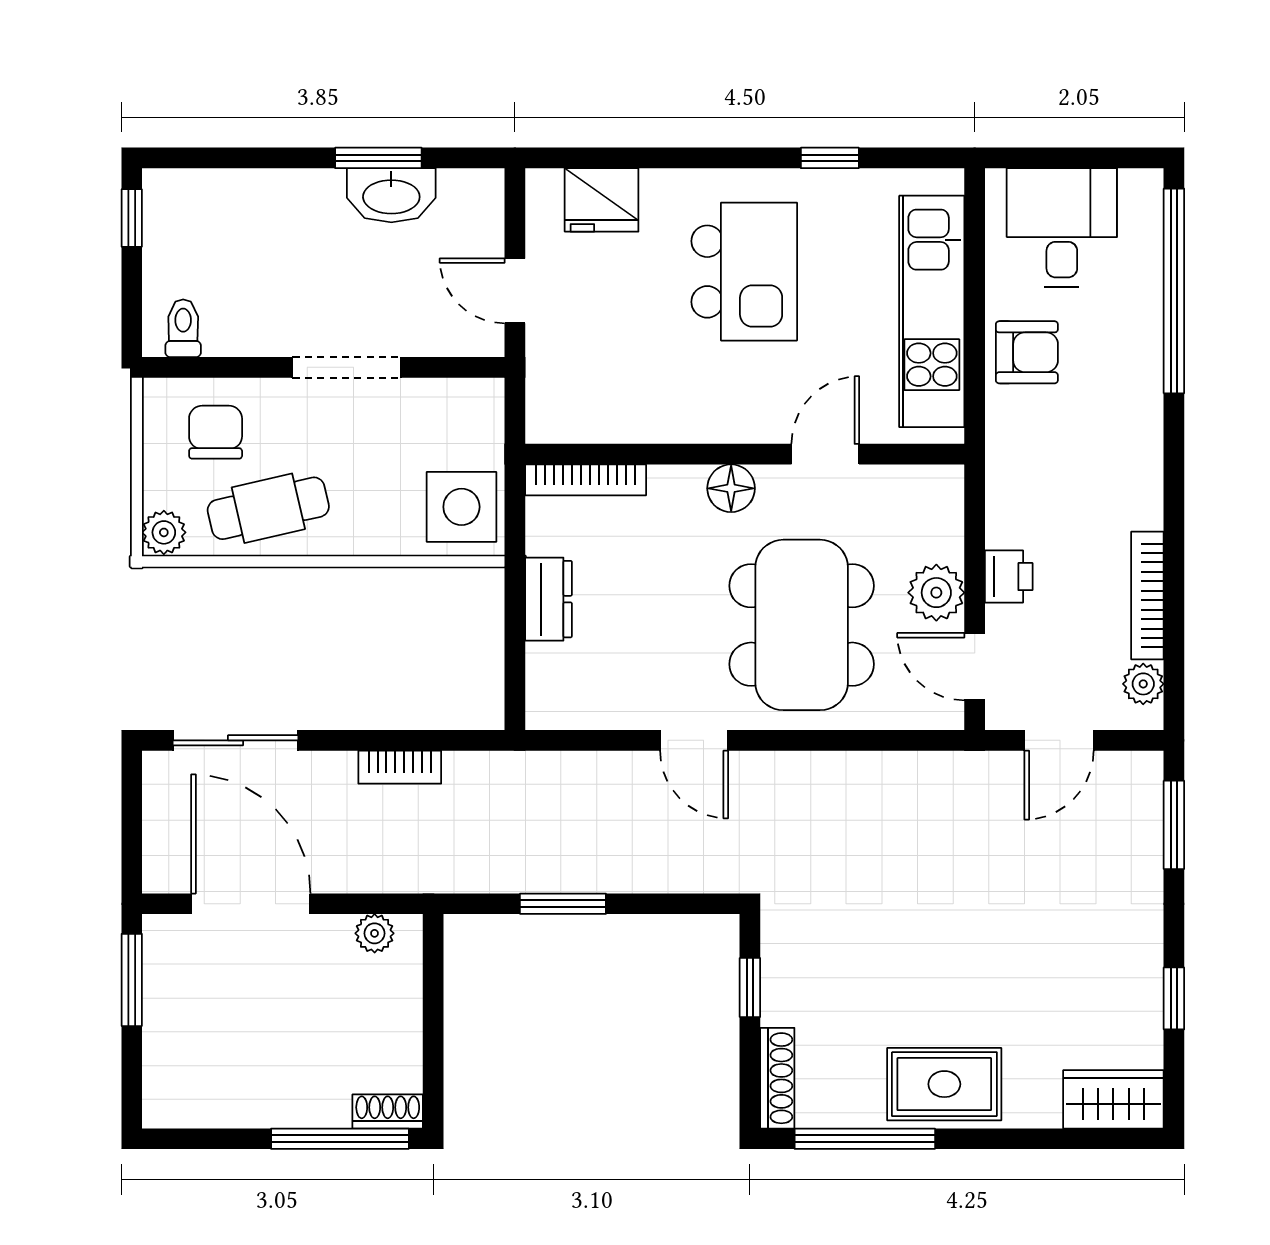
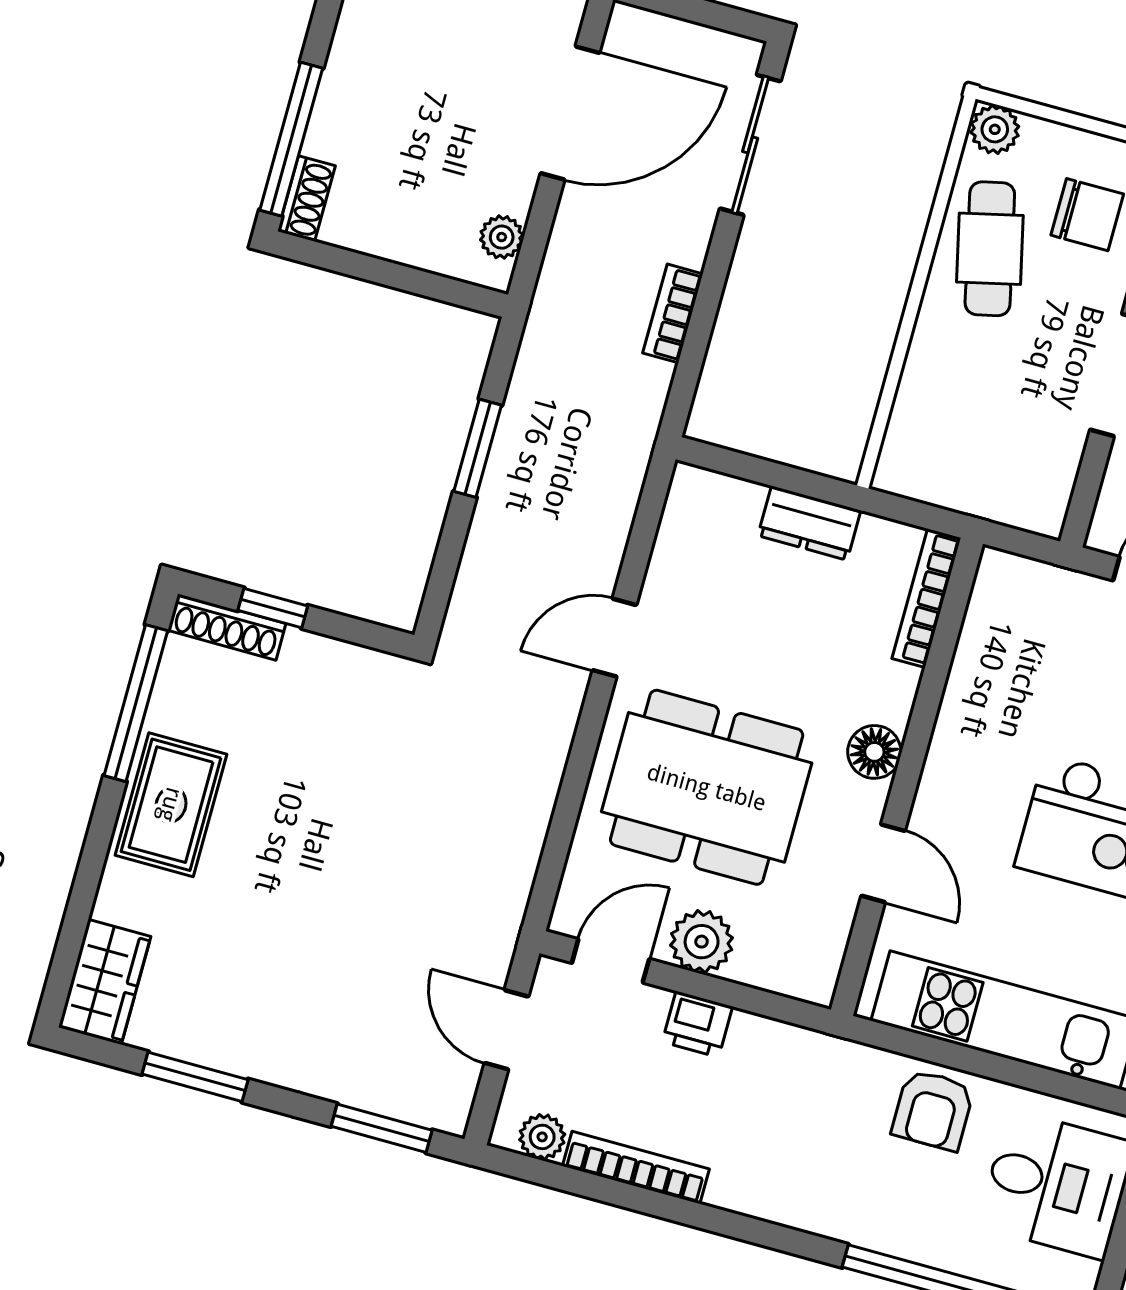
side table: (461, 507) -> (934, 457), removed
window: (750, 987) -> (273, 608), moved
window: (1174, 998) -> (195, 1077), width x1.50

